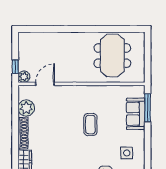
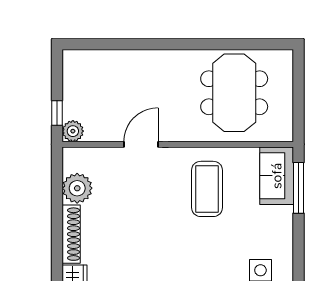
door: (45, 84) -> (141, 144), moved
sofa: (136, 114) -> (277, 176), moved
coffee table: (90, 125) -> (207, 189), moved, width x1.36, depth x1.32

